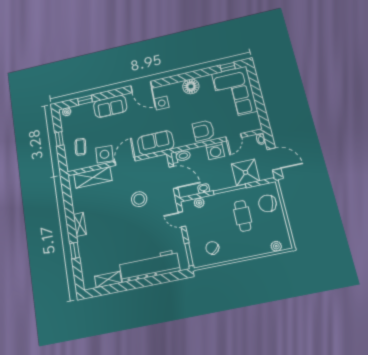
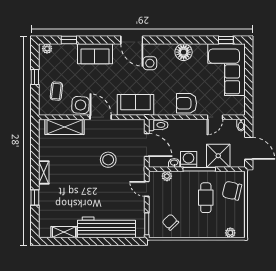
washing machine: (215, 151) -> (189, 159), moved, turned 180
door: (125, 161) -> (101, 117), hinge flipped

